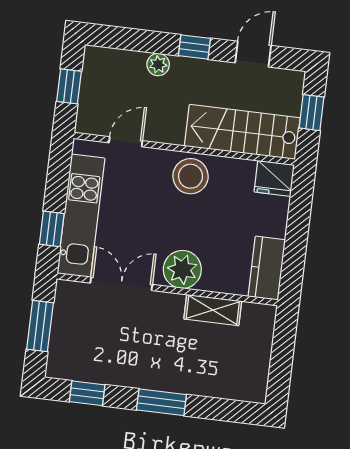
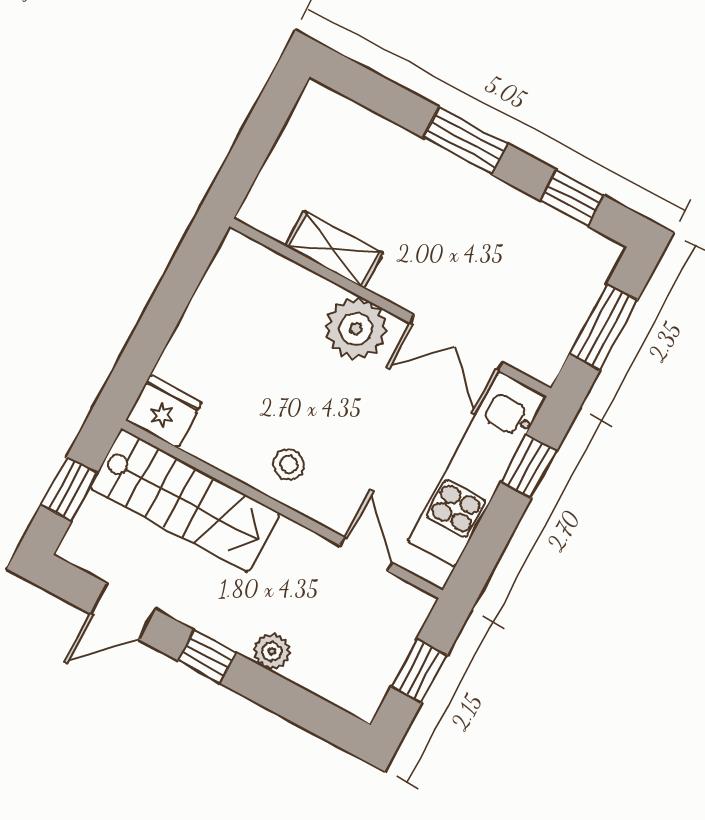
door: (126, 142) -> (366, 554), swing flipped
stool: (190, 176) -> (289, 464), width x0.53, depth x0.53
kitchen counter: (267, 268) -> (228, 281), removed

